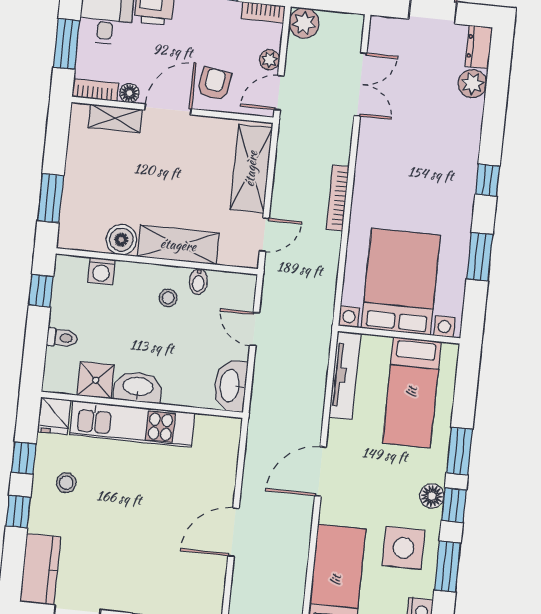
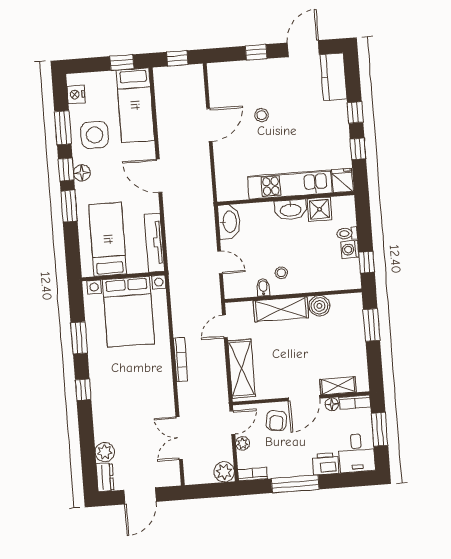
washing machine: (101, 271) -> (350, 249), moved, turned -90
door: (320, 472) -> (159, 176), swing flipped
stool: (66, 483) -> (262, 115), moved

